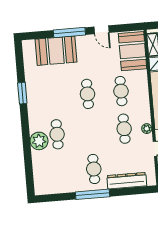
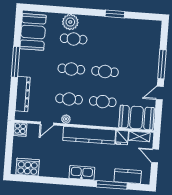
booth: (56, 51) -> (33, 32), moved
cafe table: (94, 169) -> (71, 69), moved

